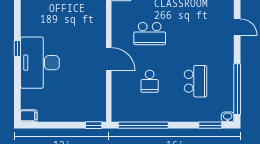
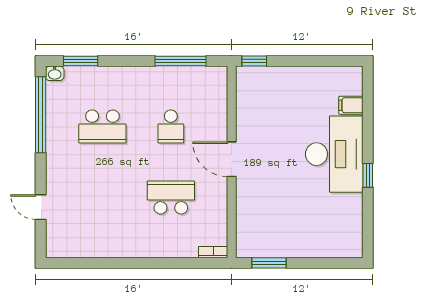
school desk: (150, 81) -> (171, 126), turned 180
school desk: (196, 81) -> (102, 126), turned -90
filing cabinet: (29, 116) -> (351, 105), moved
window: (143, 125) -> (180, 61), width x0.68

